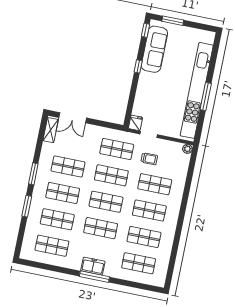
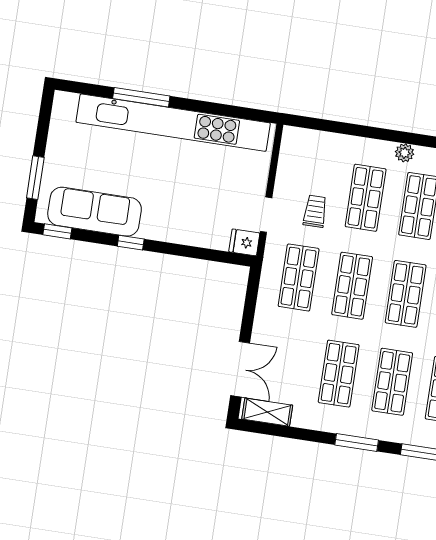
window: (206, 97) -> (141, 97), moved
plant: (187, 149) -> (405, 153), moved

